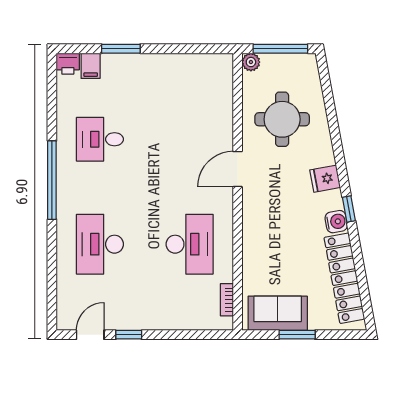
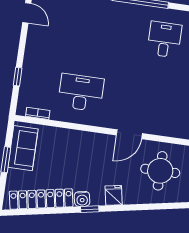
door: (238, 169) -> (129, 134), swing flipped
desk: (100, 244) -> (90, 29), removed
desk: (190, 244) -> (81, 93), turned 180
window: (129, 335) -> (18, 77), moved

